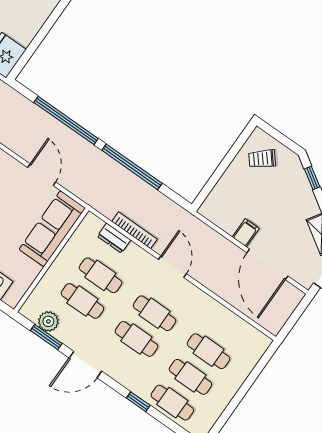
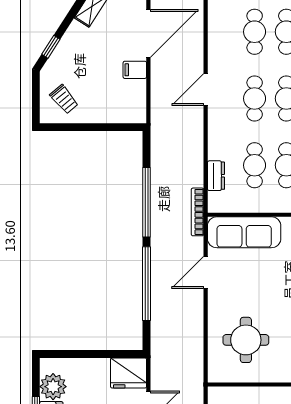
bookcase: (135, 230) -> (198, 212), moved
door: (172, 267) -> (206, 89), moved

